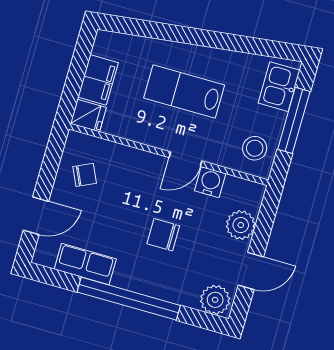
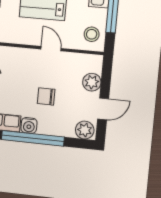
door: (186, 159) -> (51, 49), swing flipped
water cooler: (210, 182) -> (29, 125), moved, turned 180

